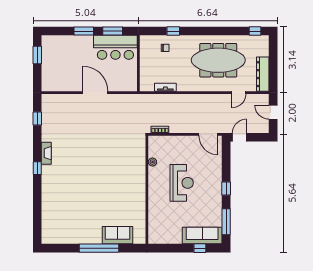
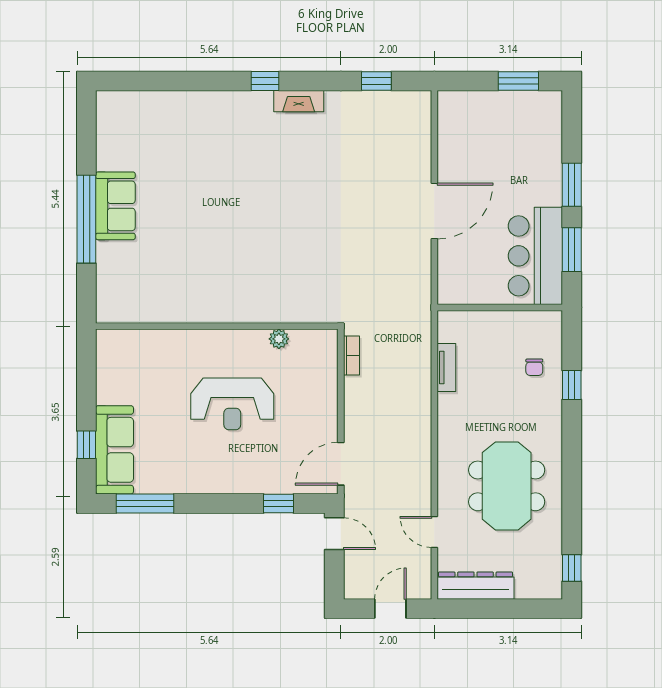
meeting table: (218, 60) -> (507, 486), width x0.73
window: (226, 189) -> (278, 503), moved
sofa: (118, 235) -> (115, 206), moved

